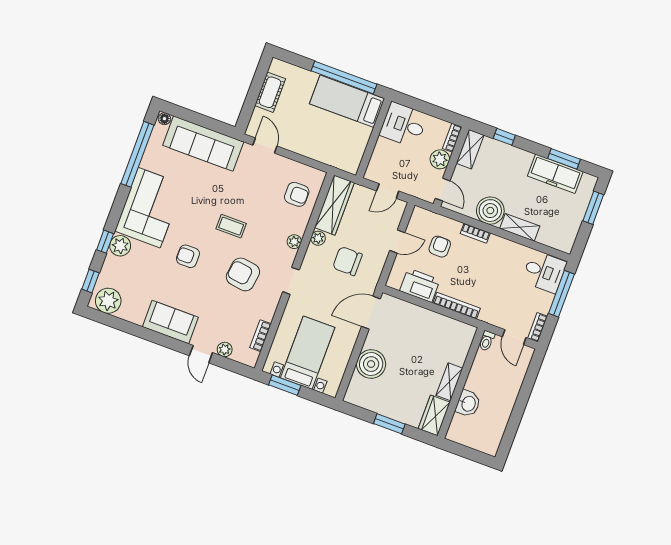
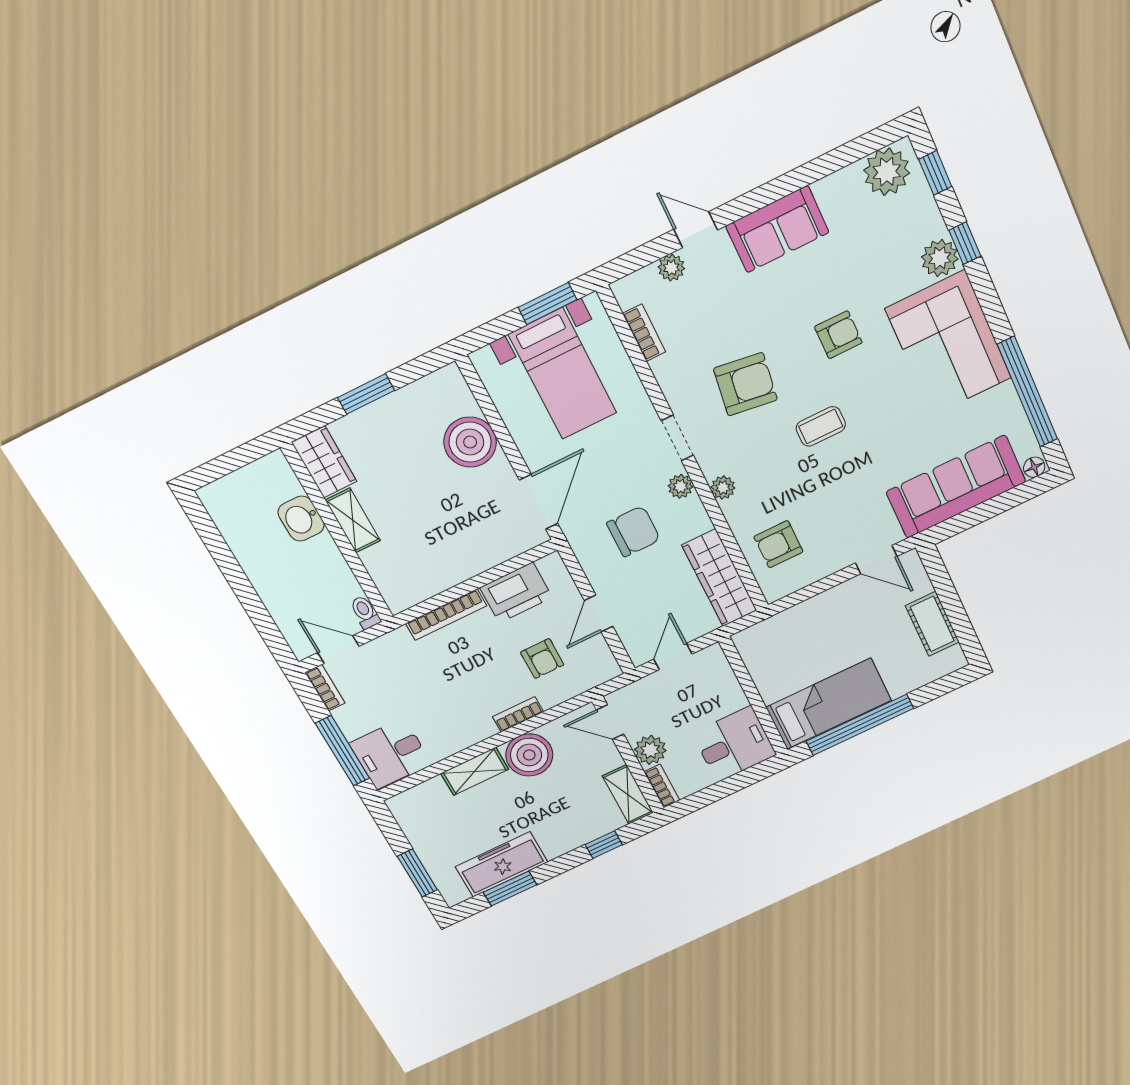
plant: (318, 238) -> (680, 486), moved

